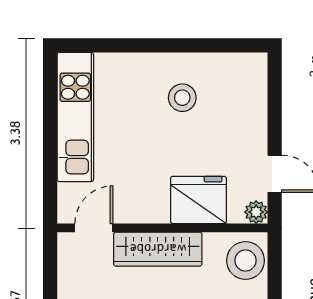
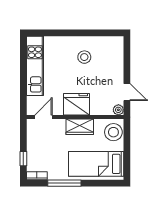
fridge: (198, 200) -> (76, 104), moved
wardrobe: (158, 249) -> (80, 127), width x0.67

